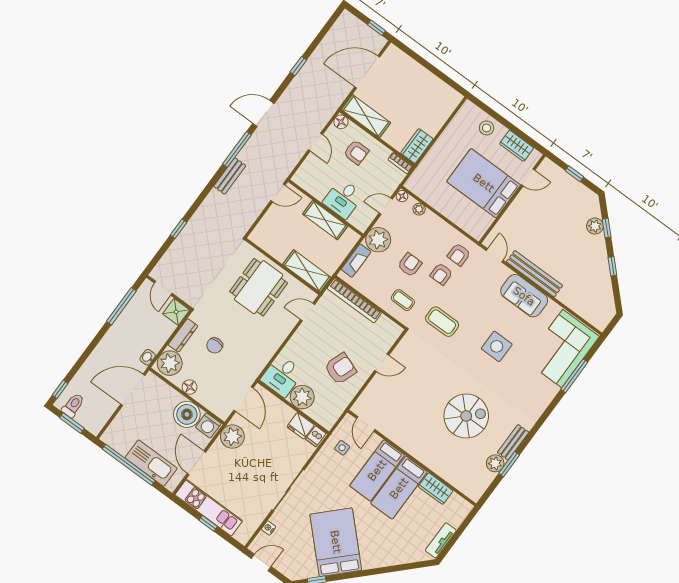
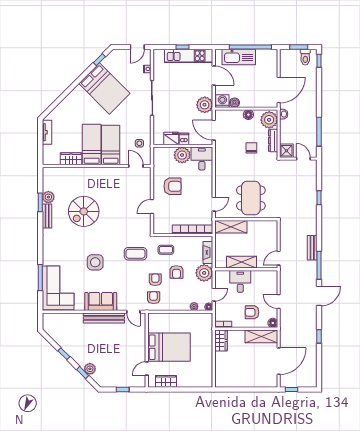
stool: (487, 128) -> (190, 379), removed
armchair: (340, 369) -> (173, 186), turned -110
boiler: (187, 414) -> (235, 103), width x0.54, depth x0.54
dishwasher: (316, 436) -> (184, 139), moved

